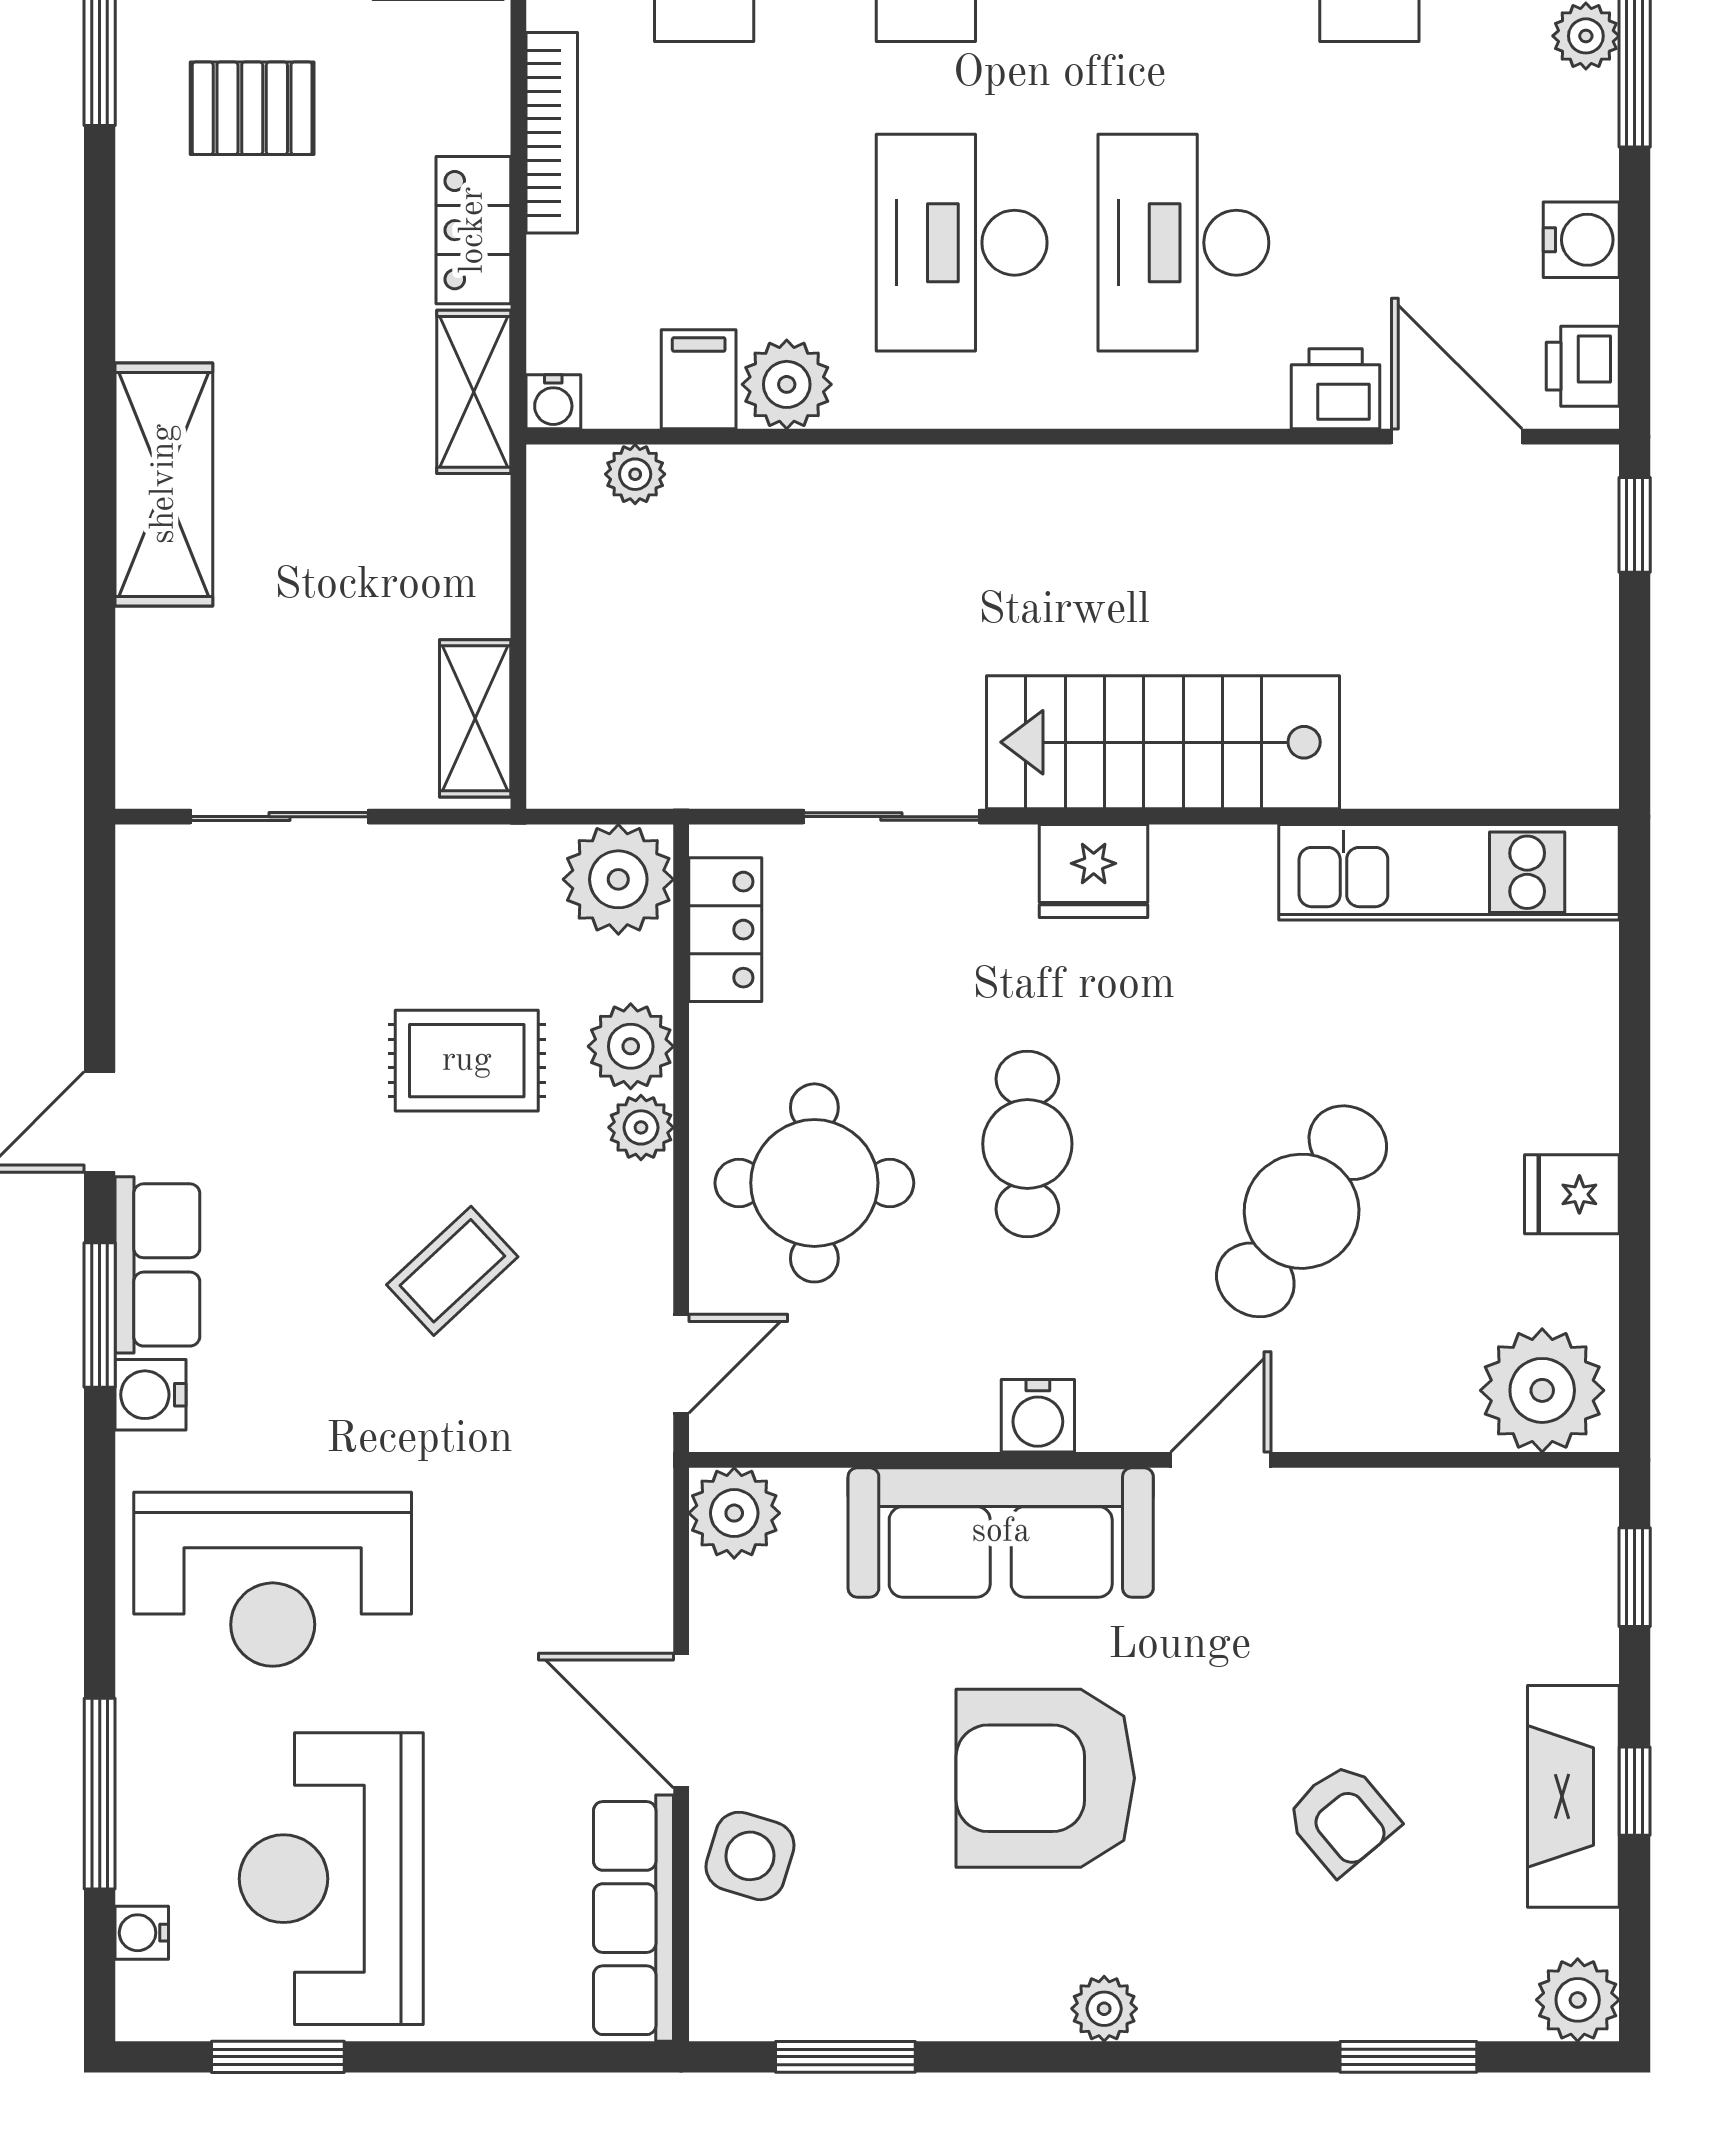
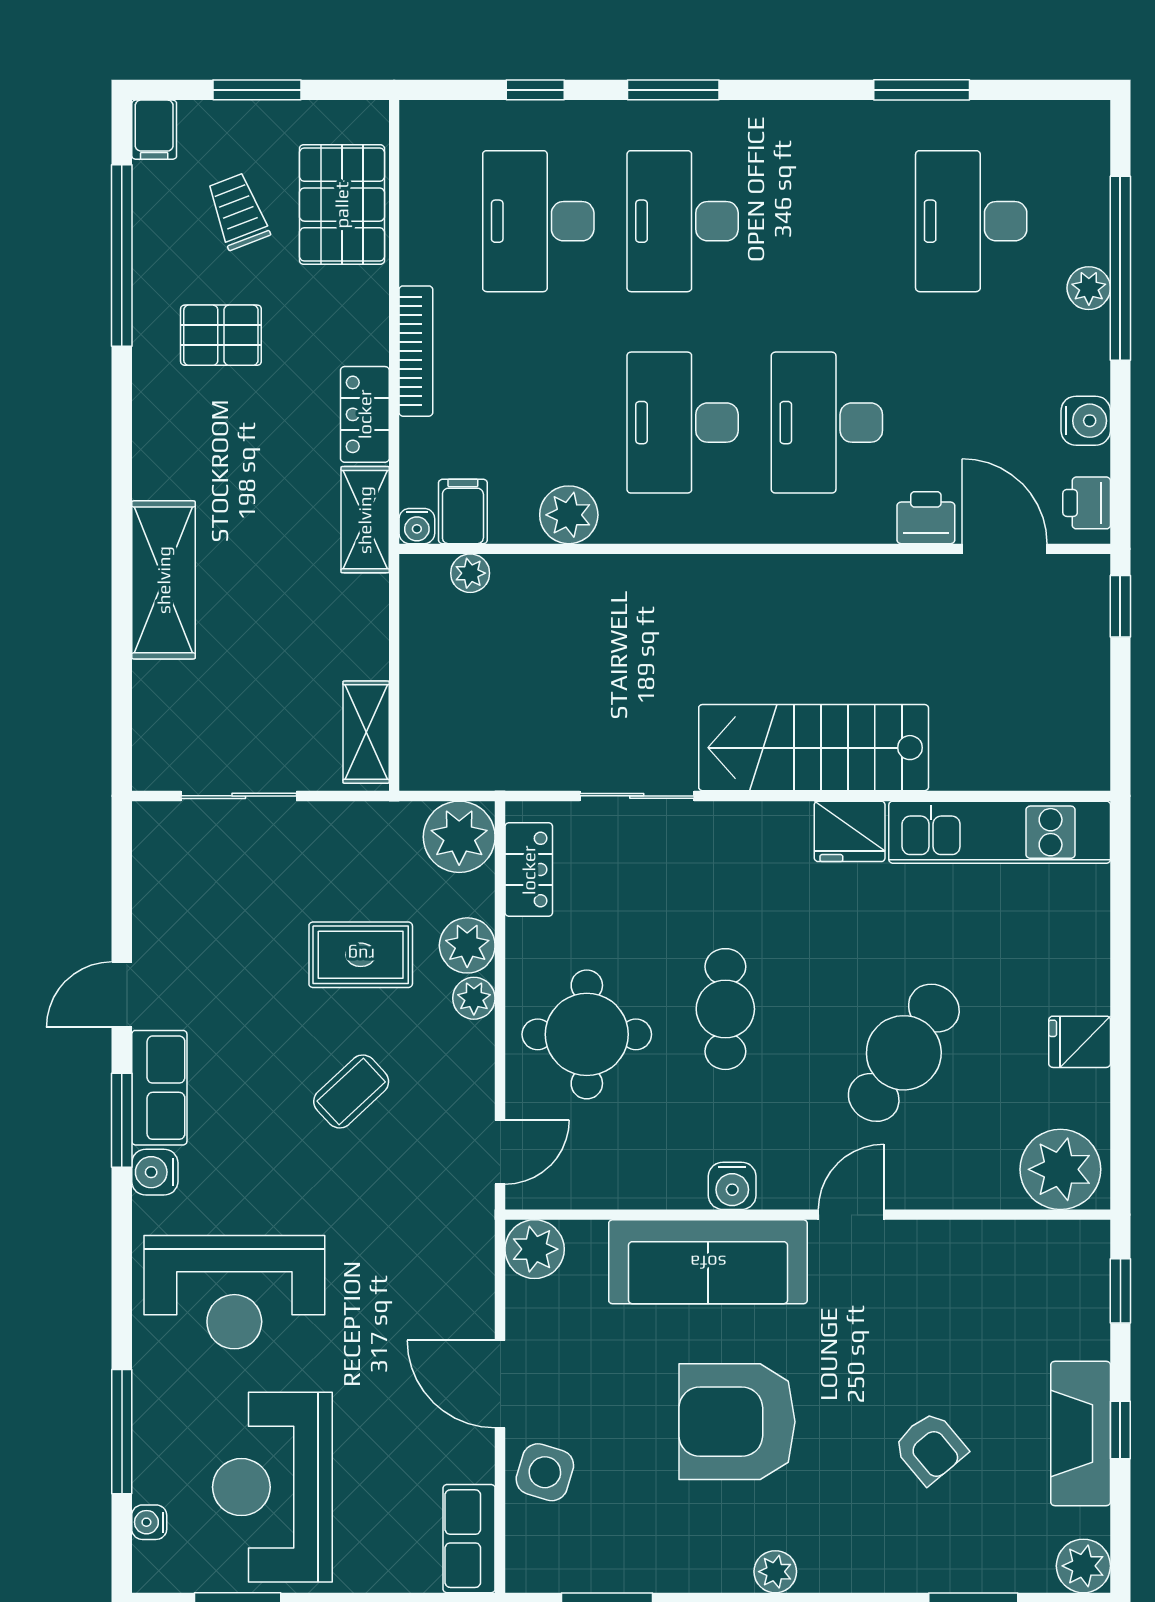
filing cabinet: (699, 379) -> (463, 511), moved
fridge: (1094, 871) -> (850, 831), moved
row of seats: (633, 1918) -> (469, 1539), width x0.68

